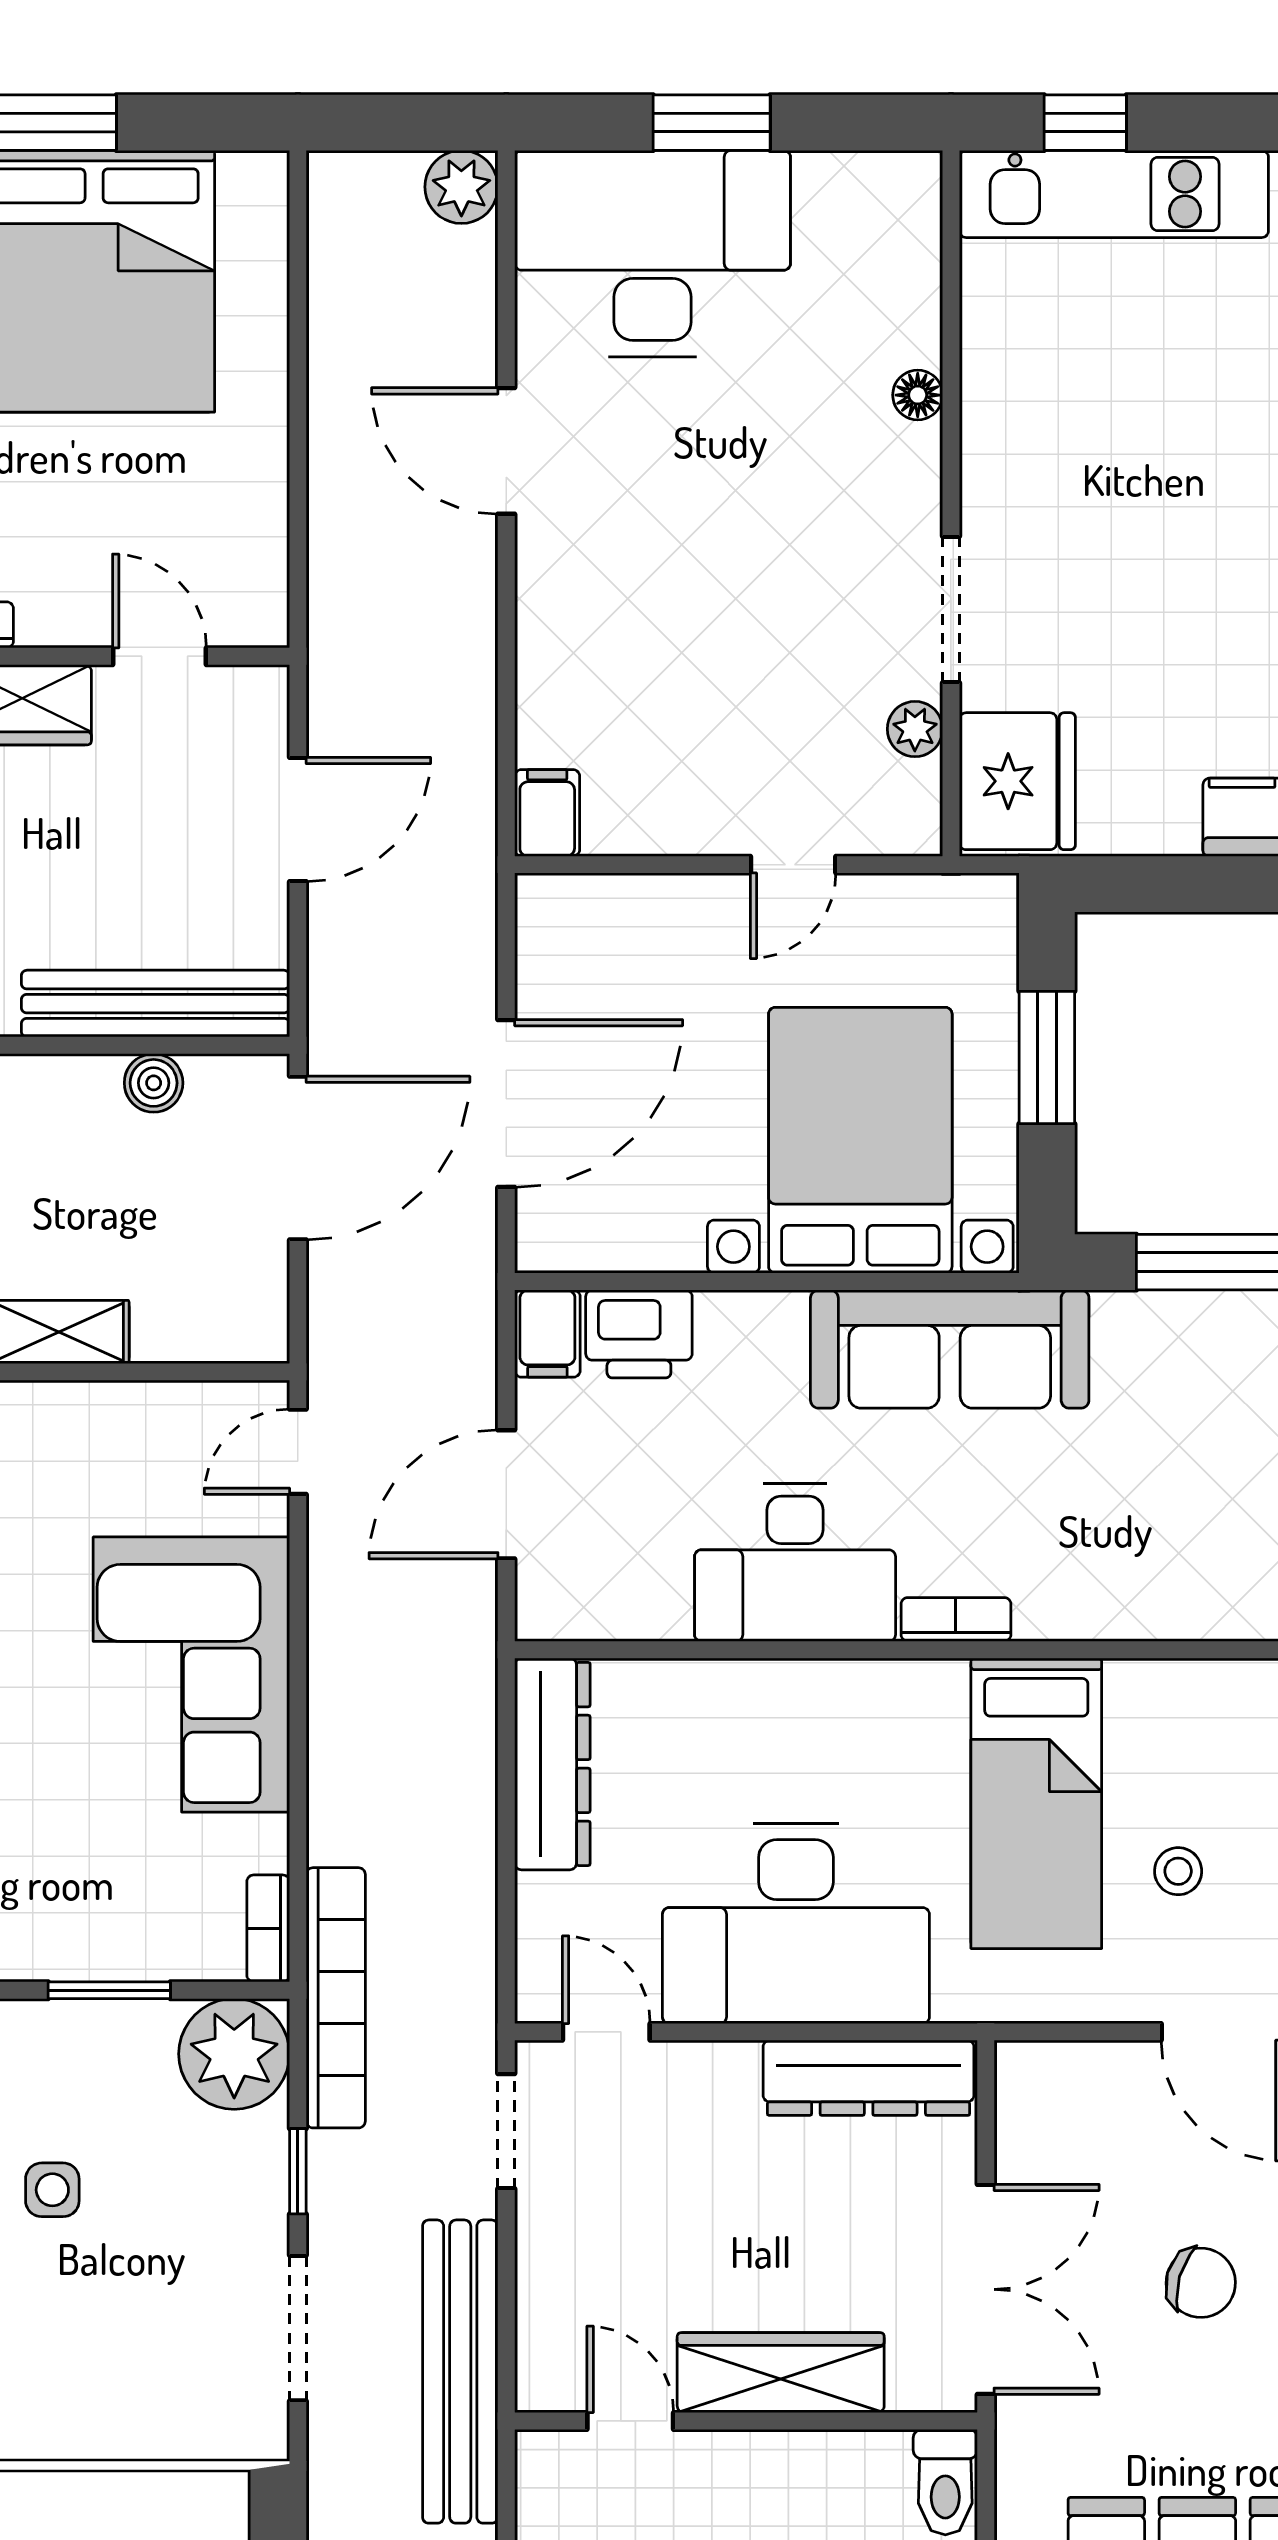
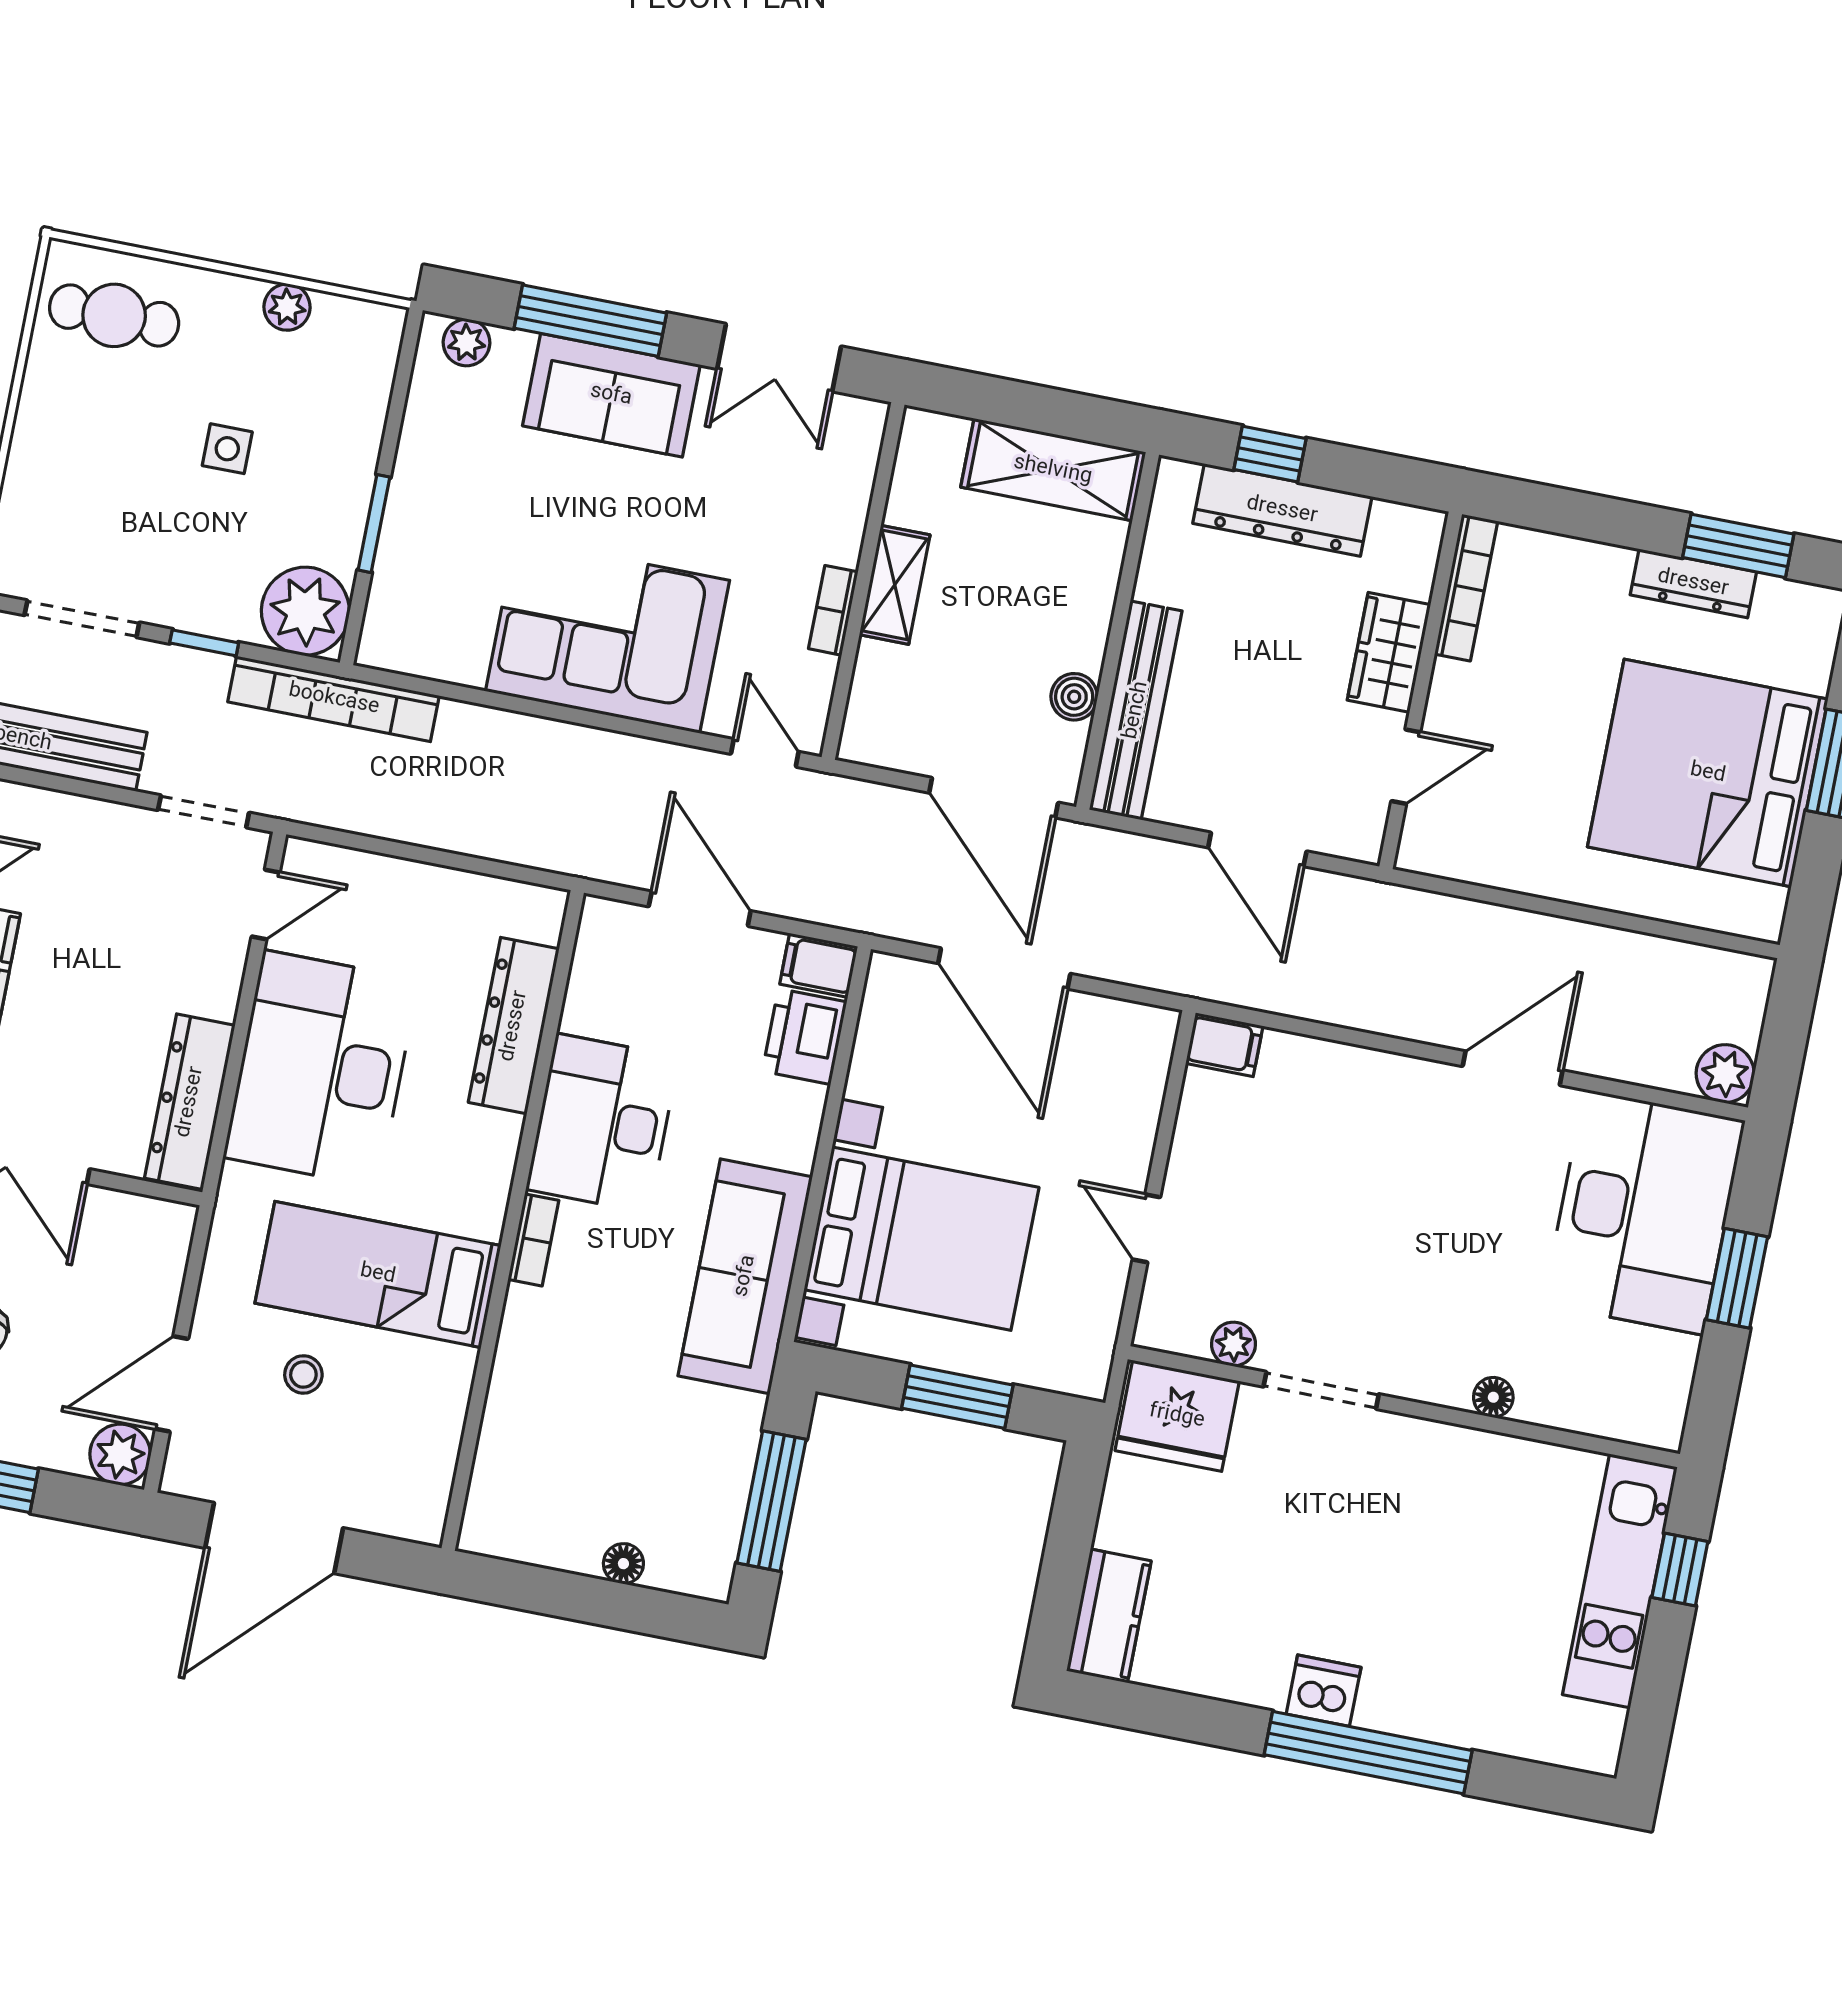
dresser: (552, 1764) -> (514, 1026), moved, turned 90
bookcase: (268, 1928) -> (833, 610), moved, turned -90

